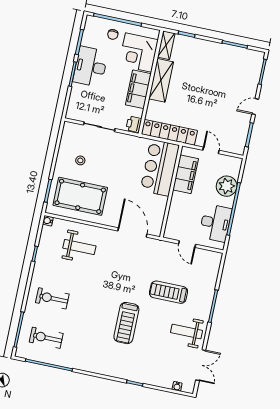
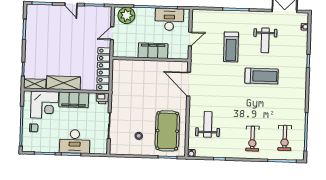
desk: (90, 67) -> (75, 141), moved
bar counter: (160, 168) -> (133, 72), removed
filing cabinet: (186, 174) -> (153, 51), moved
plant: (227, 186) -> (126, 15), moved
door: (132, 232) -> (189, 84), hinge flipped
weight bench: (187, 332) -> (265, 40), moved

